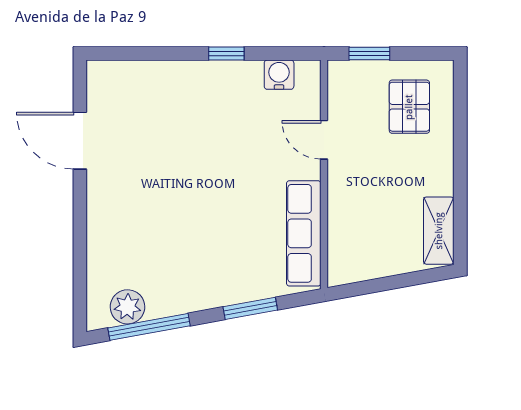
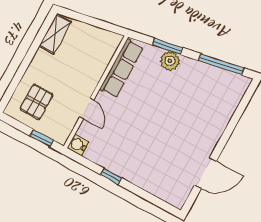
water cooler: (279, 75) -> (78, 145), moved, turned 90
door: (80, 141) -> (205, 173), hinge flipped
plant: (128, 307) -> (170, 61), moved

